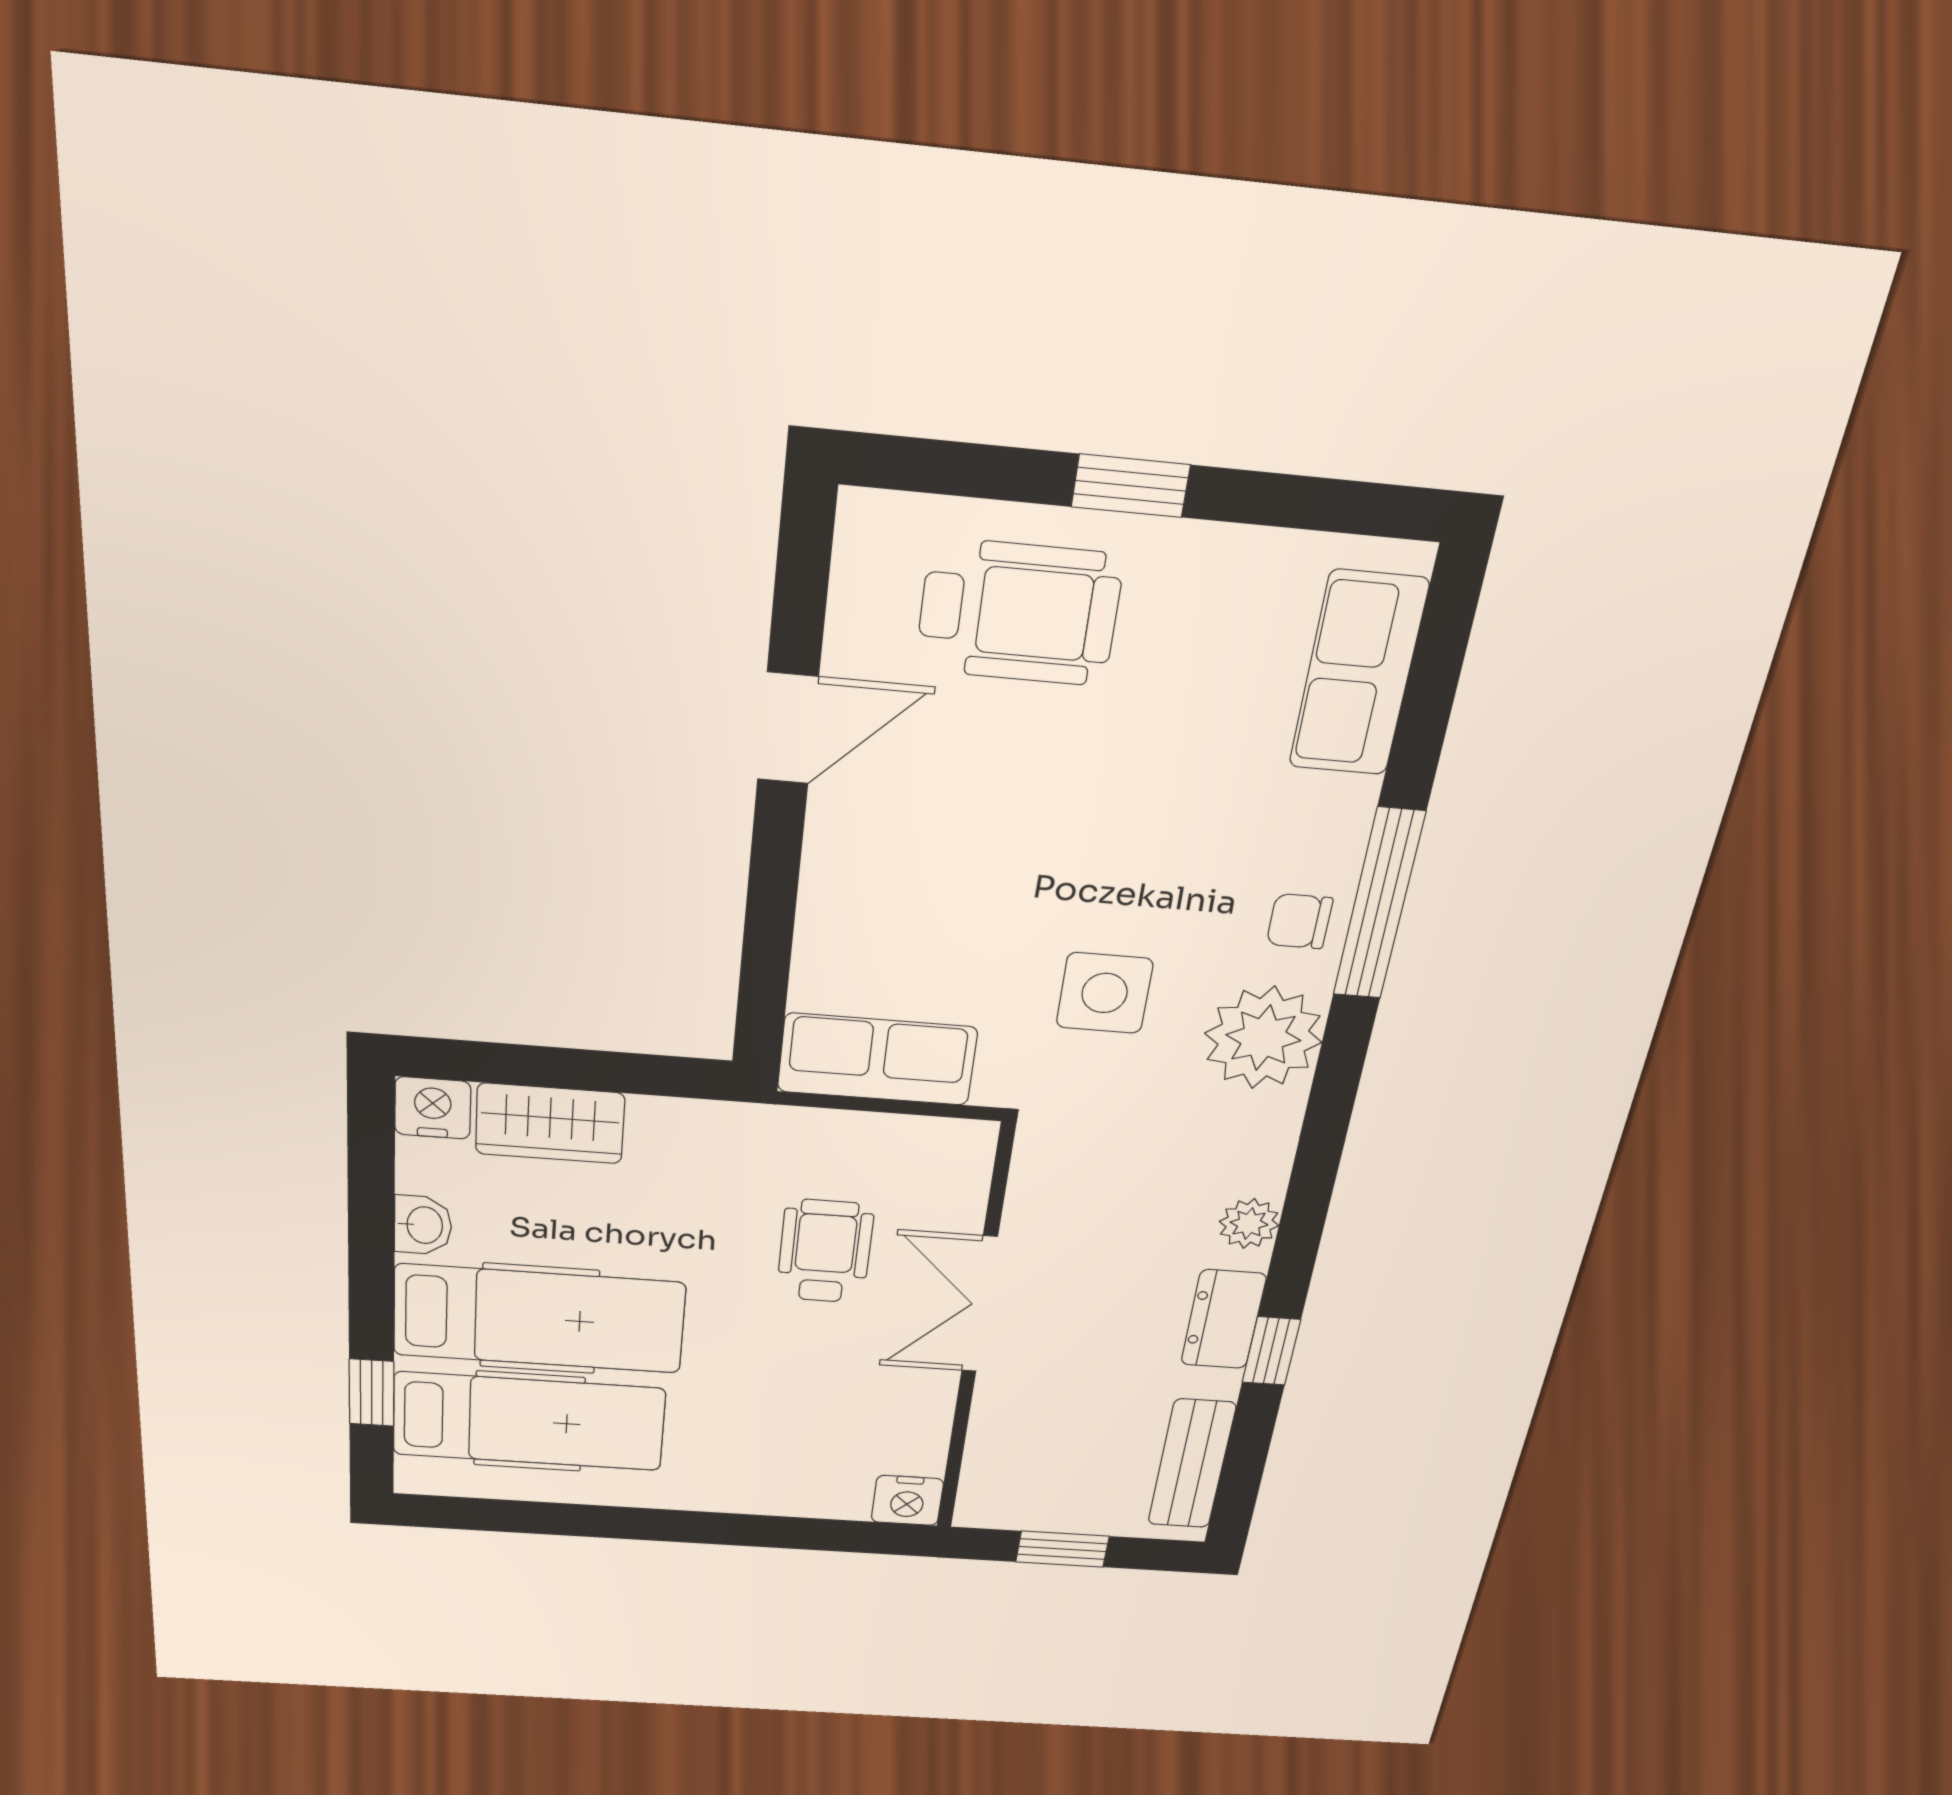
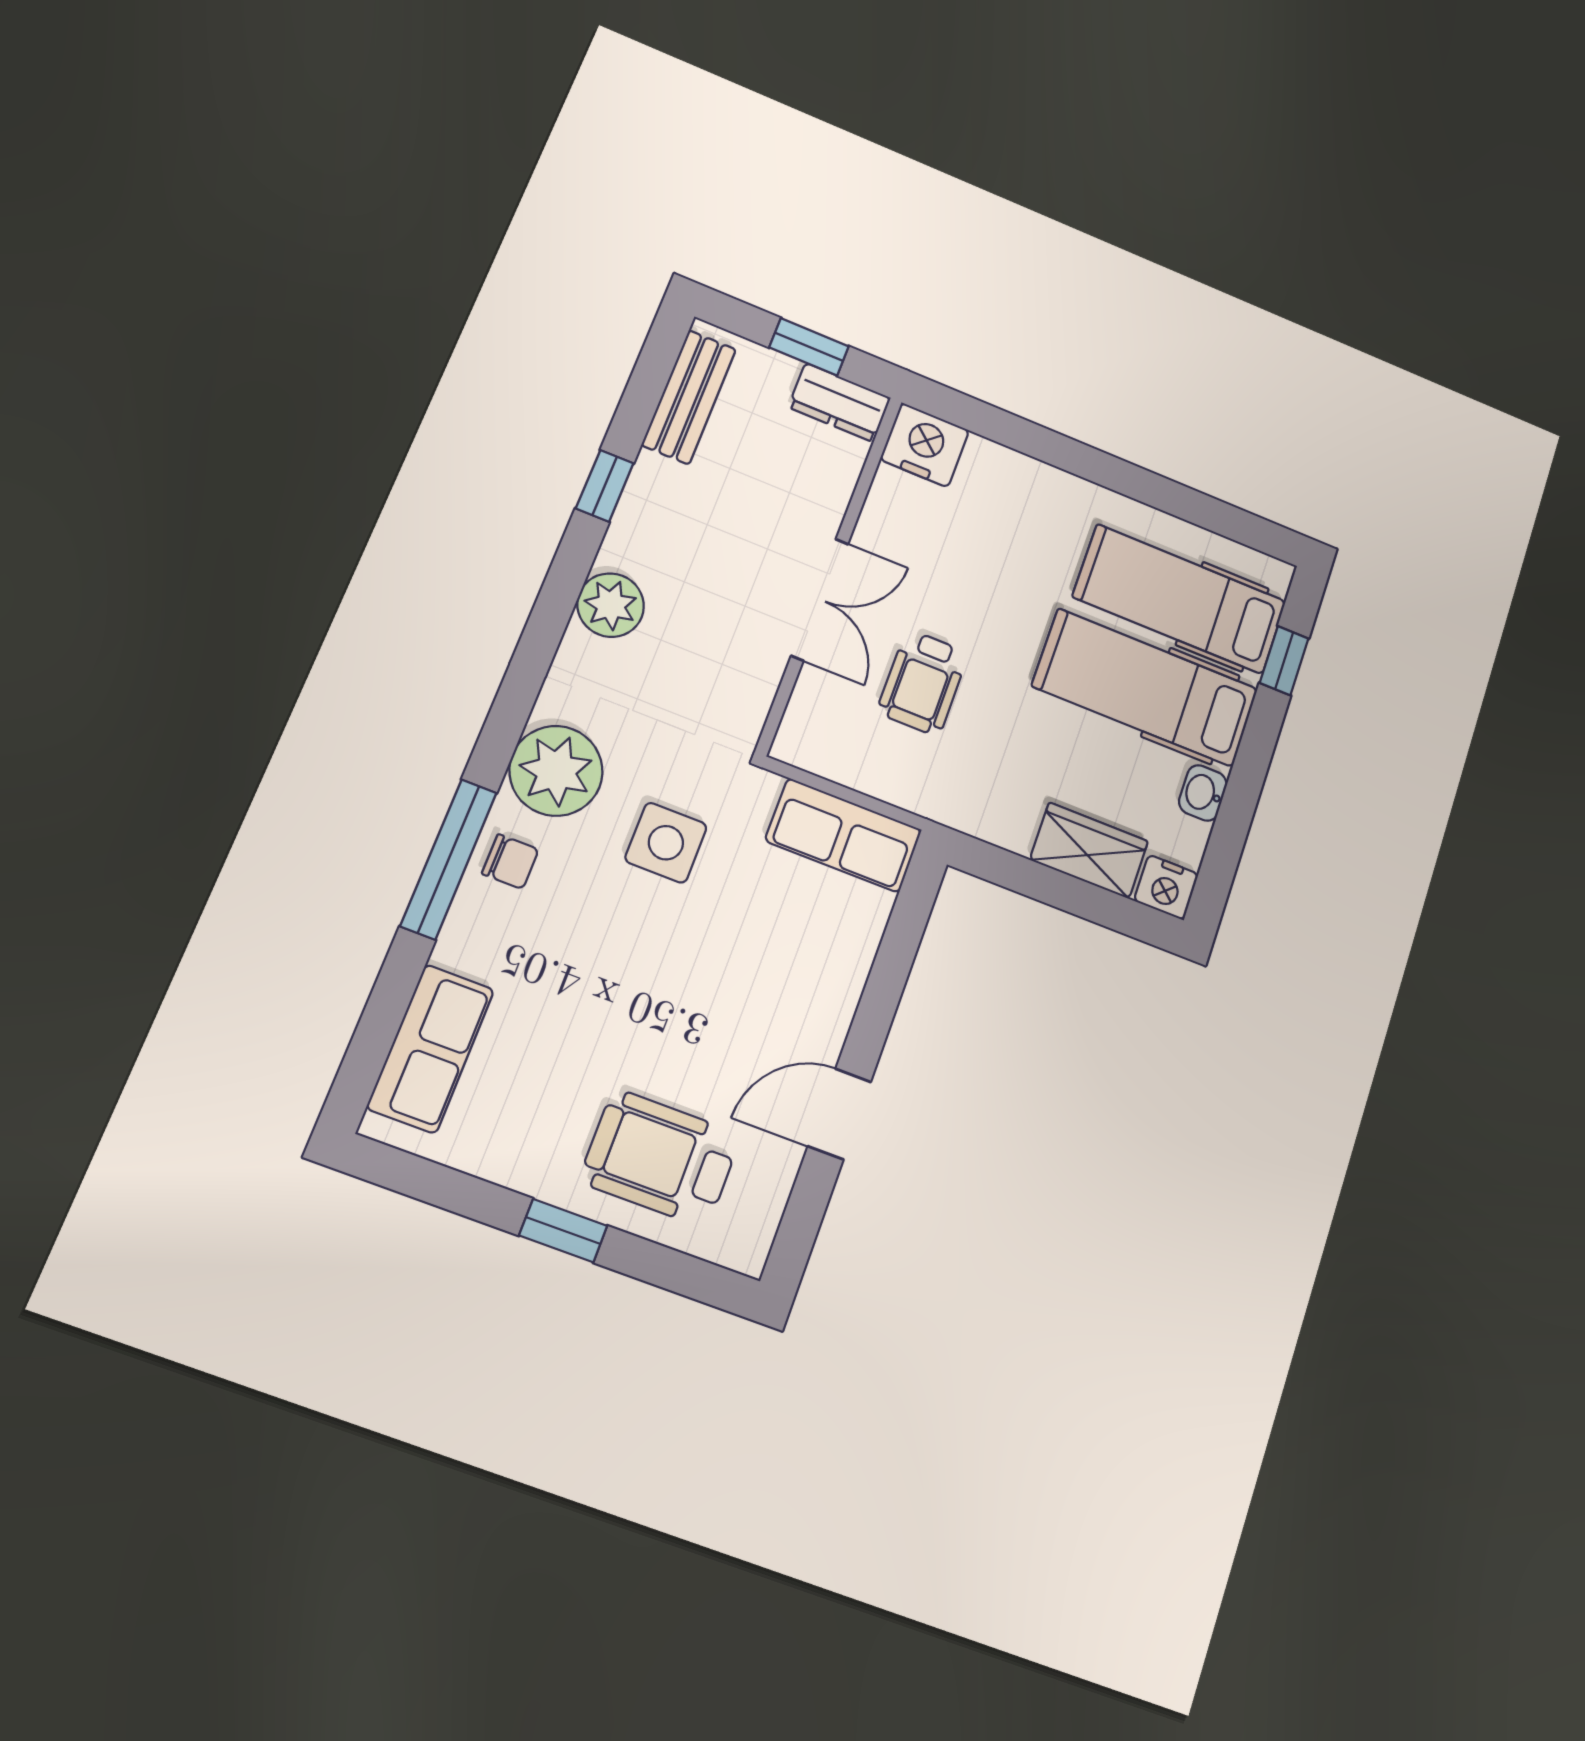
plant: (1249, 1224) -> (611, 605), width x1.38, depth x1.38
dresser: (1223, 1319) -> (840, 403), moved, turned 90
nightstand: (907, 1500) -> (925, 445), width x1.36, depth x1.33

